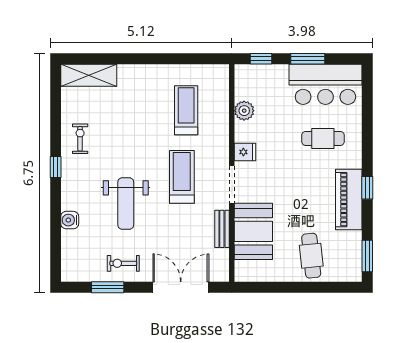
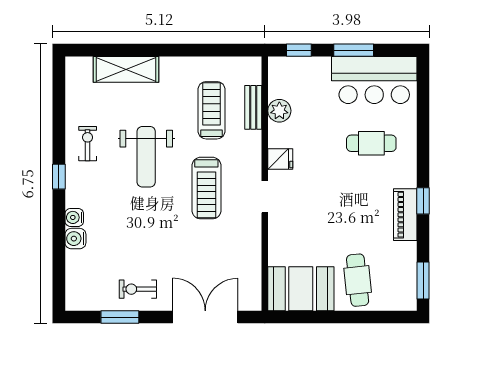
shelving: (89, 75) -> (126, 69), moved
treadmill: (182, 177) -> (206, 188), turned 180
doorway: (232, 184) -> (265, 197), width x0.73
piano: (349, 200) -> (405, 215), width x0.73, depth x0.75
water cooler: (69, 202) -> (74, 217), added
weight bench: (126, 204) -> (146, 157), moved
bench: (222, 229) -> (253, 107), moved
booth: (253, 231) -> (301, 289), moved, turned 90

